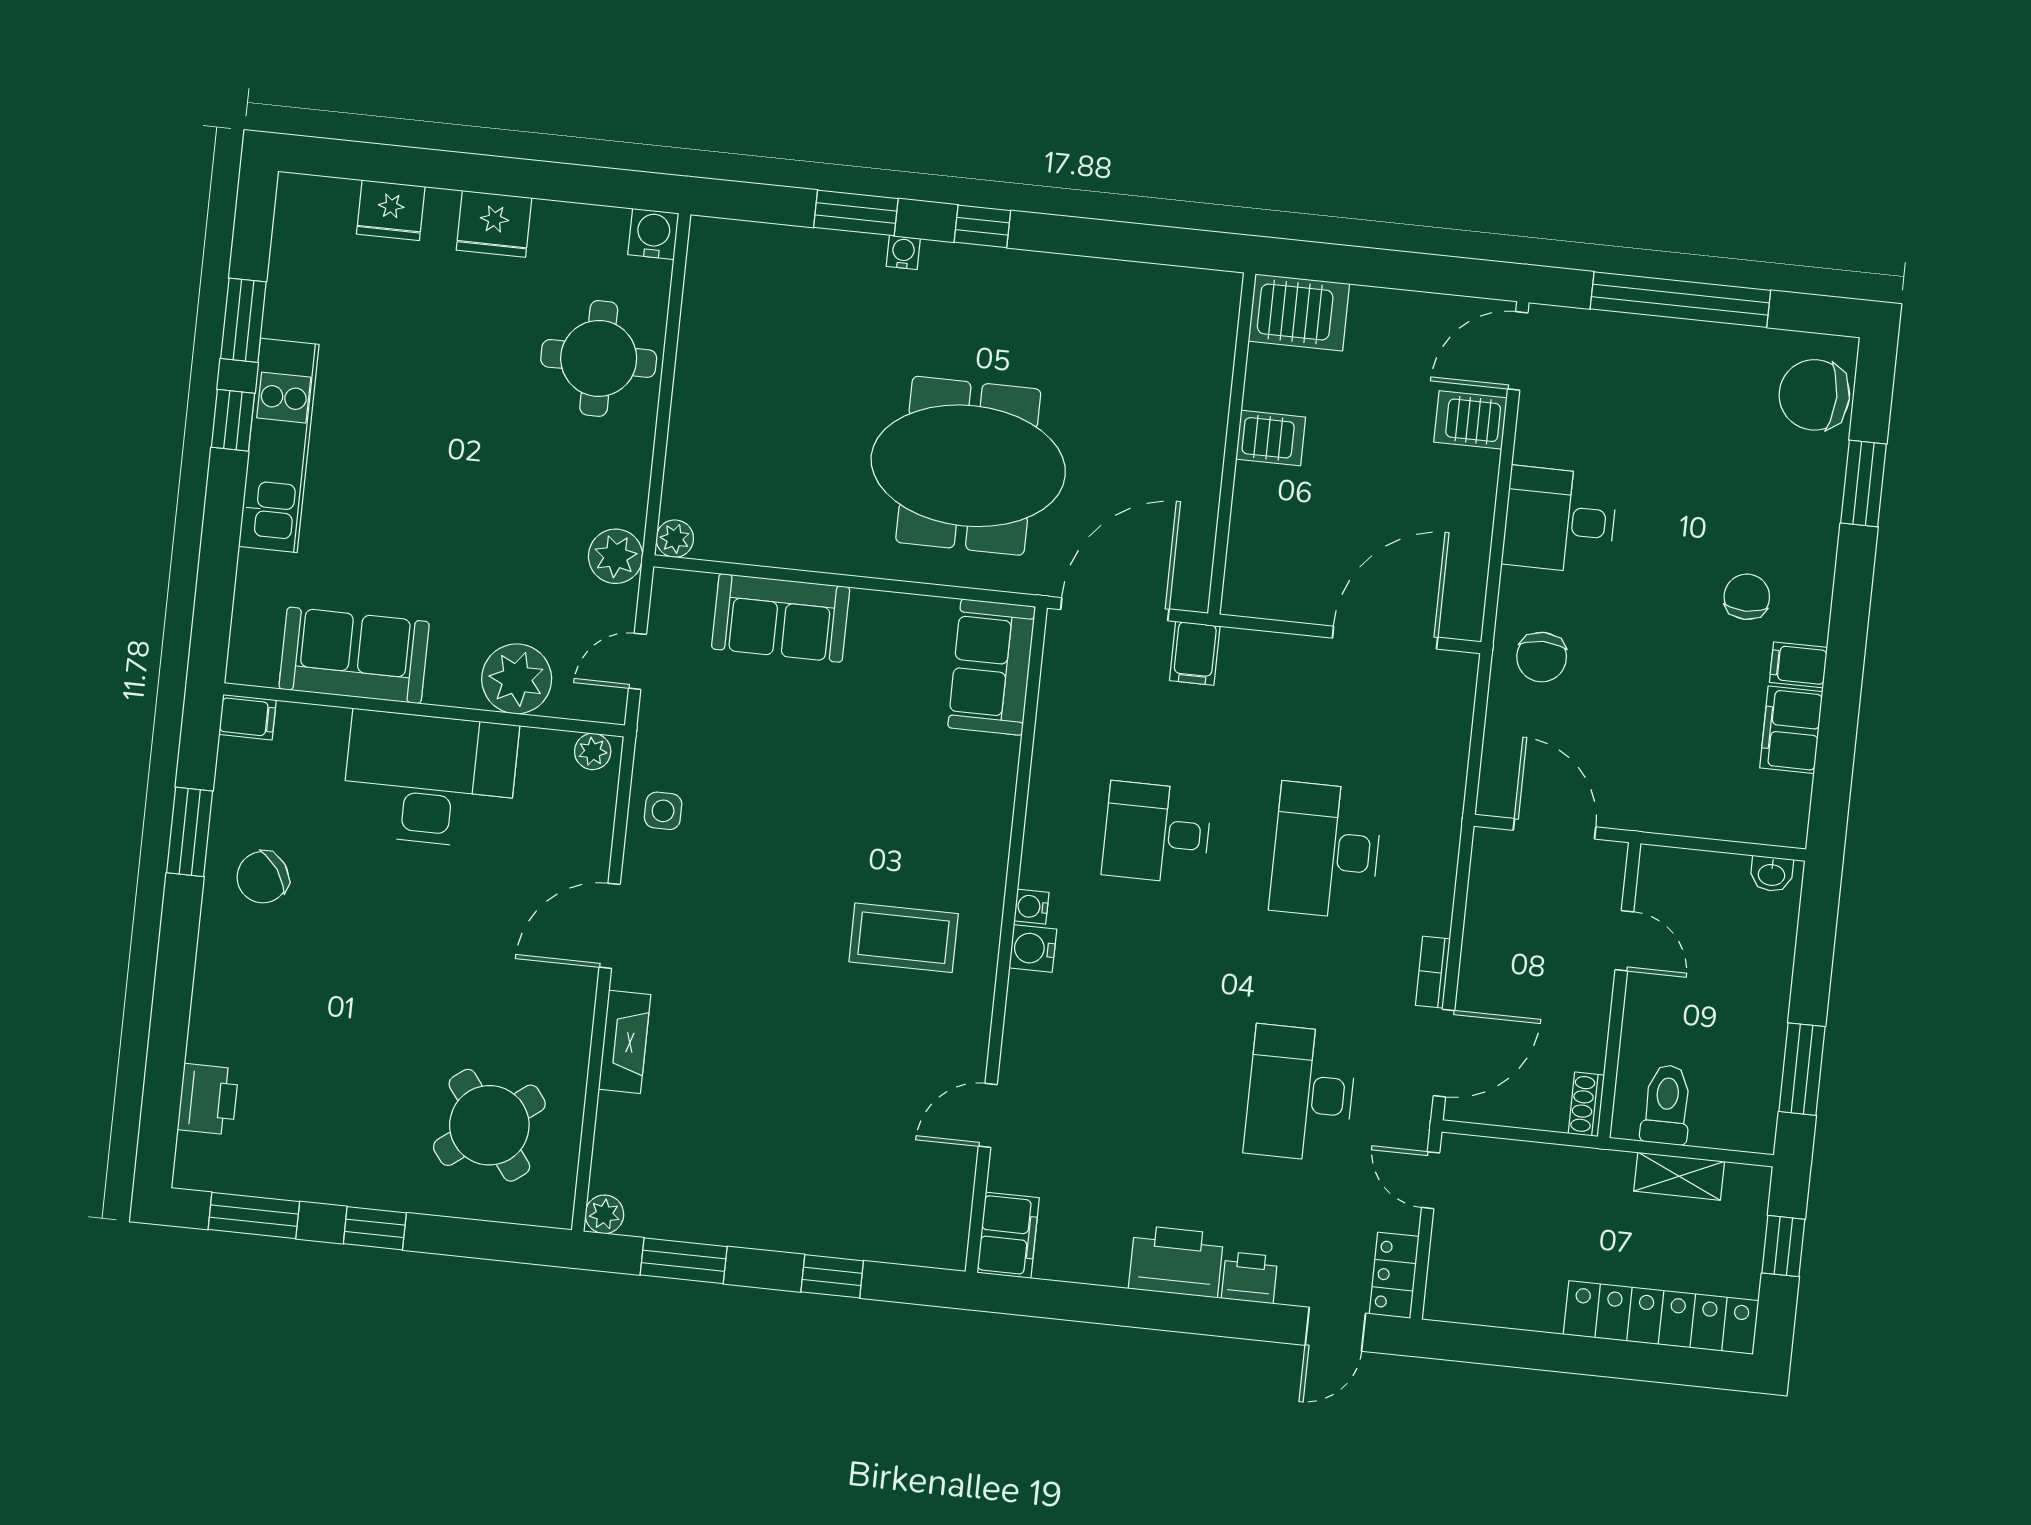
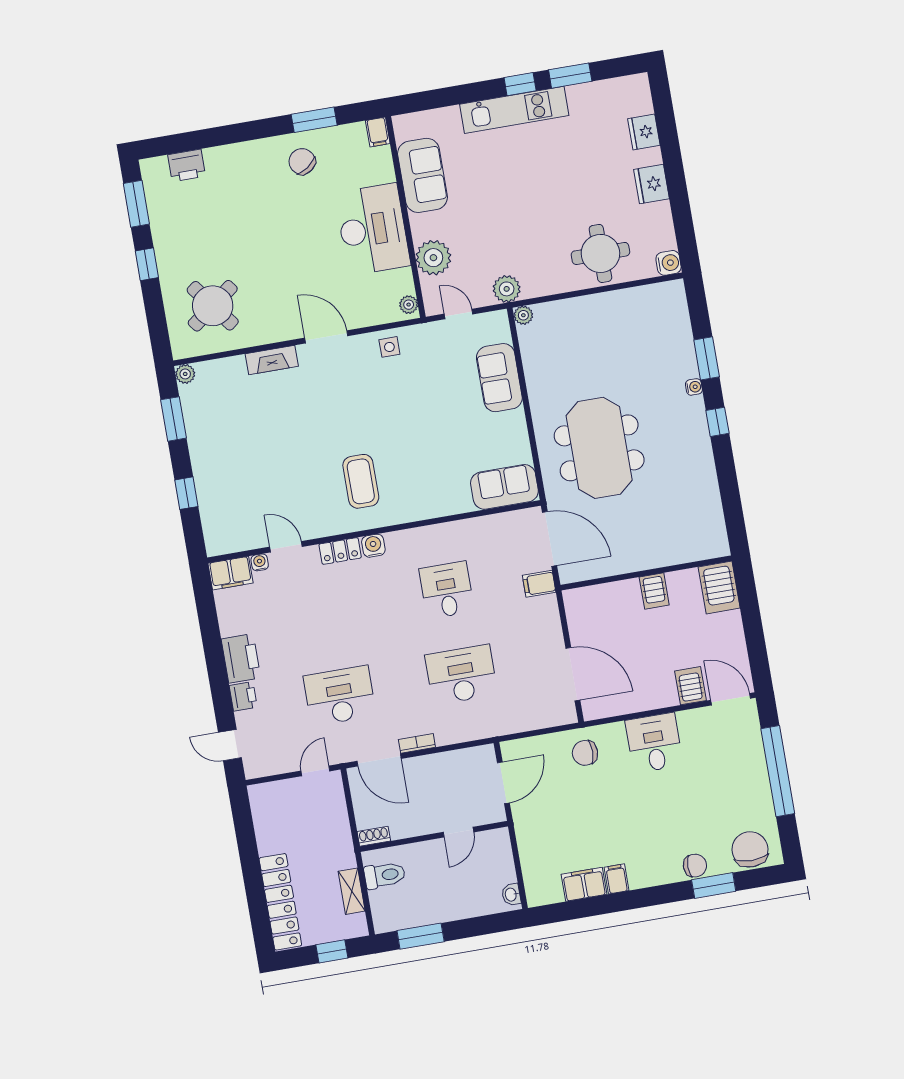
chair: (1747, 597) -> (695, 866), moved
water cooler: (1031, 907) -> (260, 562), moved
locker: (1394, 1275) -> (340, 551), moved, turned 180

